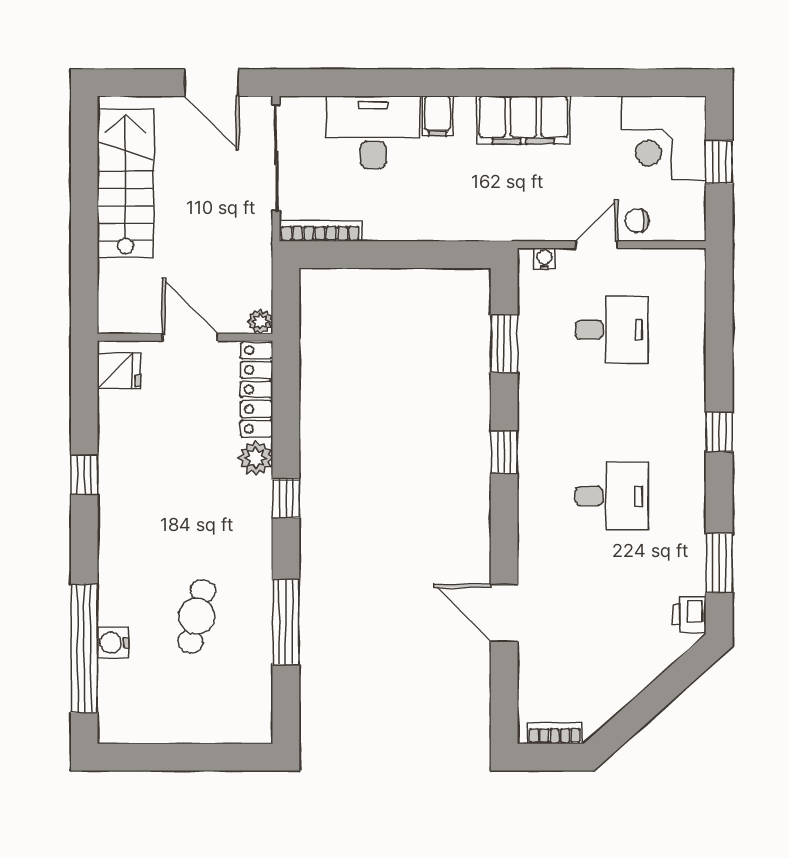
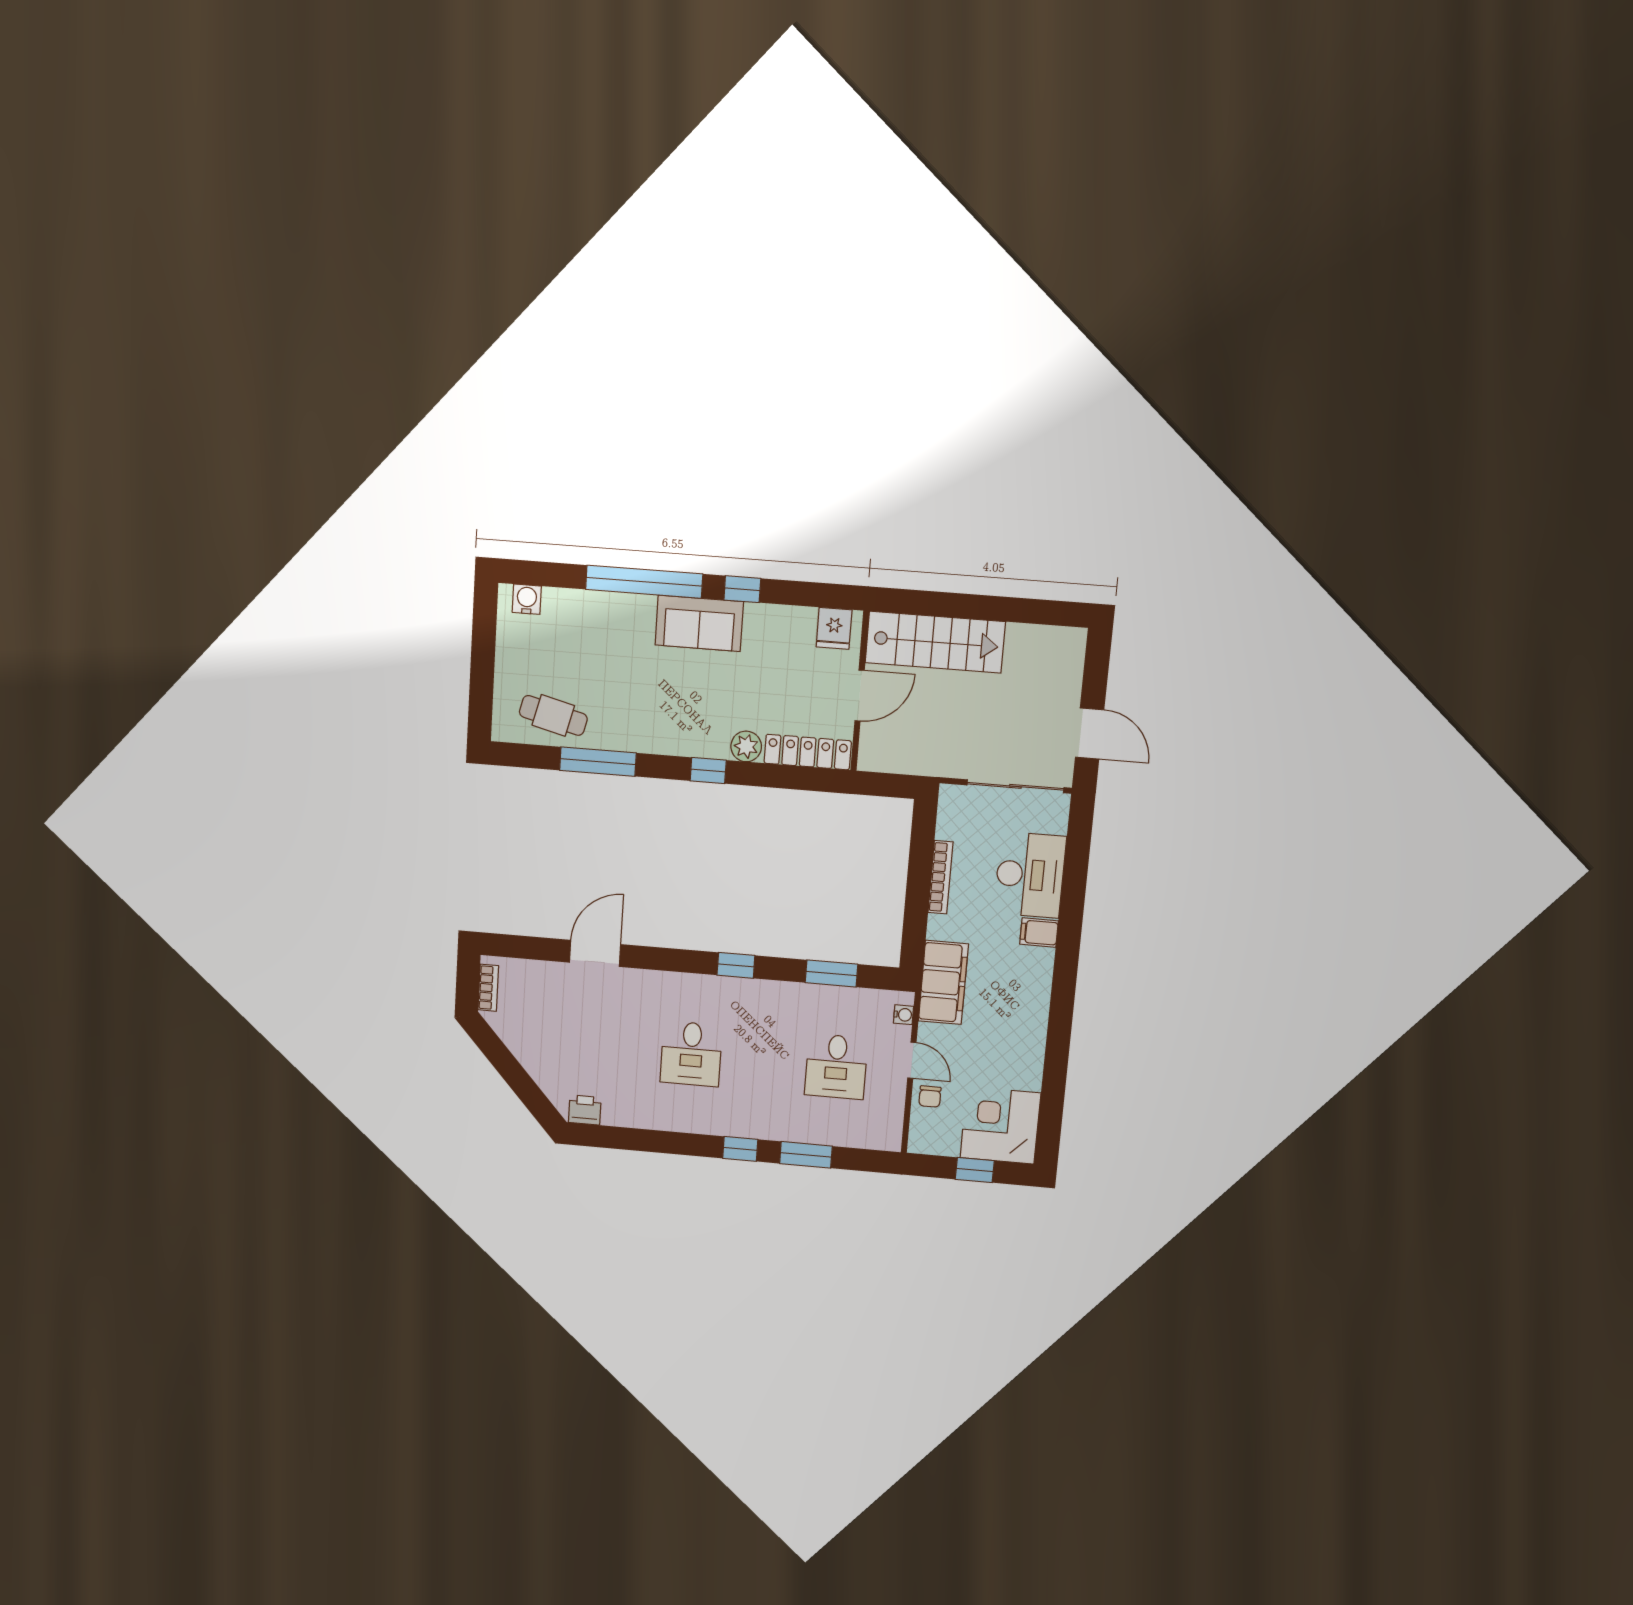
door: (212, 83) -> (1090, 734), swing flipped
filing cabinet: (523, 120) -> (943, 982), moved, turned 180
stairs: (126, 184) -> (935, 642), moved
chair: (637, 221) -> (930, 1096), turned 180
bookcase: (320, 231) -> (941, 877), moved
plant: (260, 321) -> (869, 760), removed
sofa: (125, 519) -> (699, 623), added
window: (719, 563) -> (806, 1155), moved
cafe table: (197, 616) -> (553, 715), moved
water cooler: (113, 643) -> (527, 599), moved
window: (84, 648) -> (644, 582), moved

